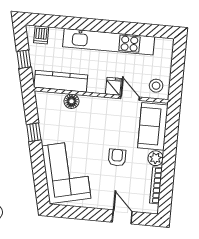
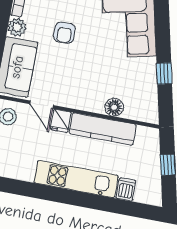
dishwasher: (41, 35) -> (126, 189), moved
kitchen unit: (109, 42) -> (76, 179), width x0.73
kitchen counter: (61, 81) -> (103, 129), moved

